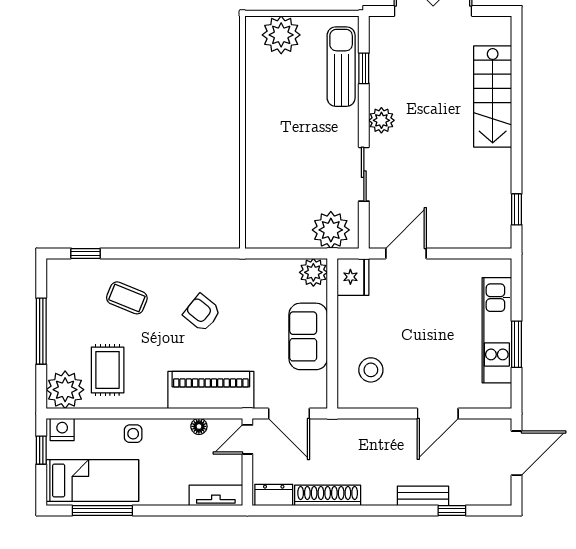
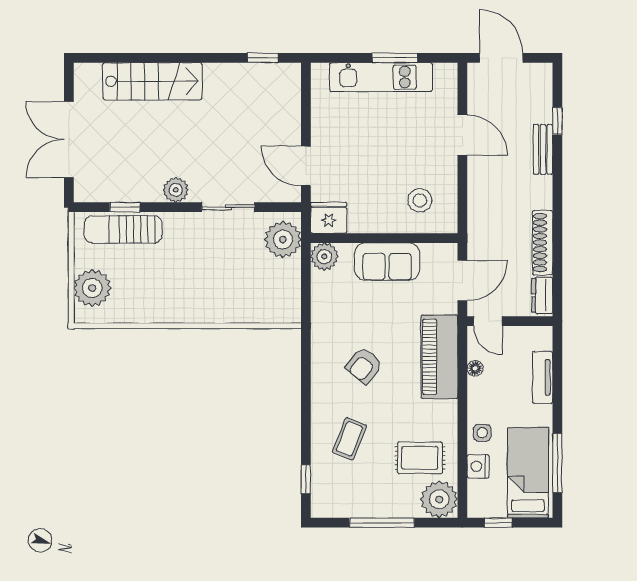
nightstand: (62, 429) -> (478, 466), moved
tv unit: (216, 495) -> (543, 377), moved

